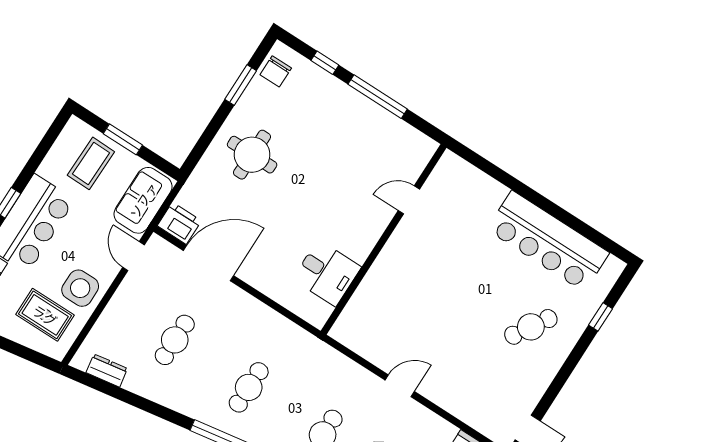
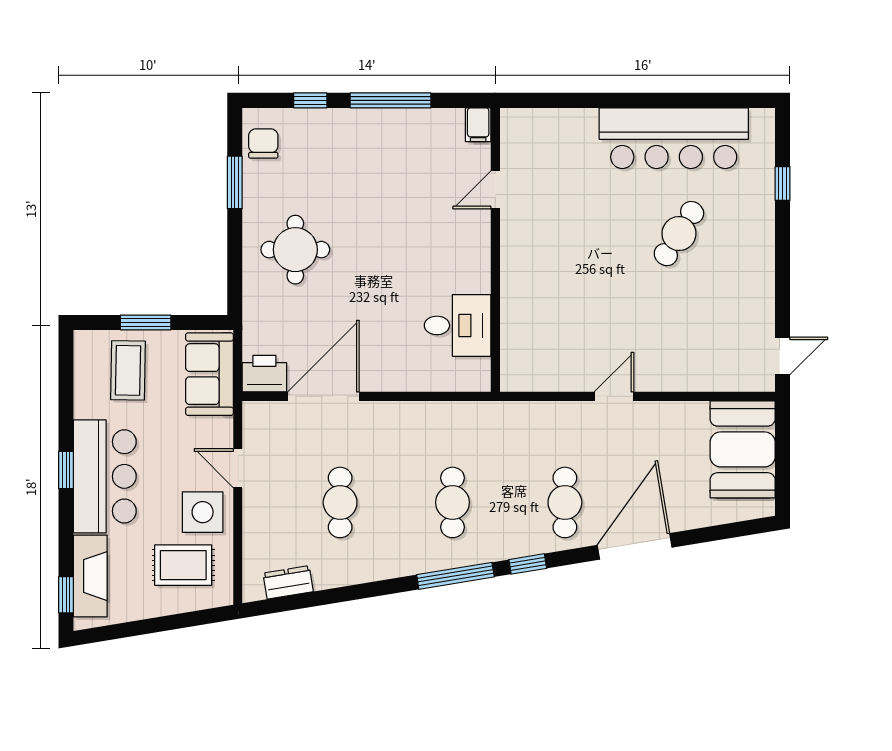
chair: (276, 71) -> (263, 144), turned 180
filing cabinet: (425, 150) -> (478, 125), added
door: (134, 256) -> (238, 468), moved
cafe table: (531, 327) -> (679, 234), moved

